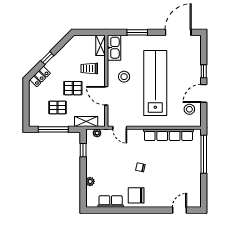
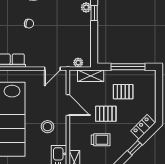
trolley: (89, 69) -> (101, 140), moved
door: (120, 128) -> (52, 69), swing flipped
window: (83, 150) -> (94, 13), moved

